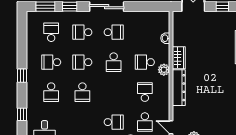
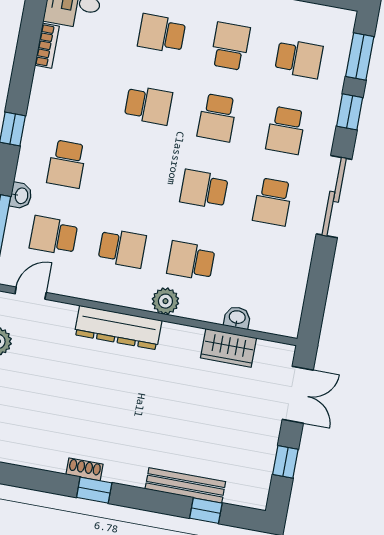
school desk: (82, 32) -> (286, 130), turned 180
wardrobe: (179, 58) -> (228, 348), moved
school desk: (82, 62) -> (217, 118), turned 180
school desk: (145, 62) -> (191, 261), turned -90
school desk: (82, 92) -> (148, 105), turned 180

